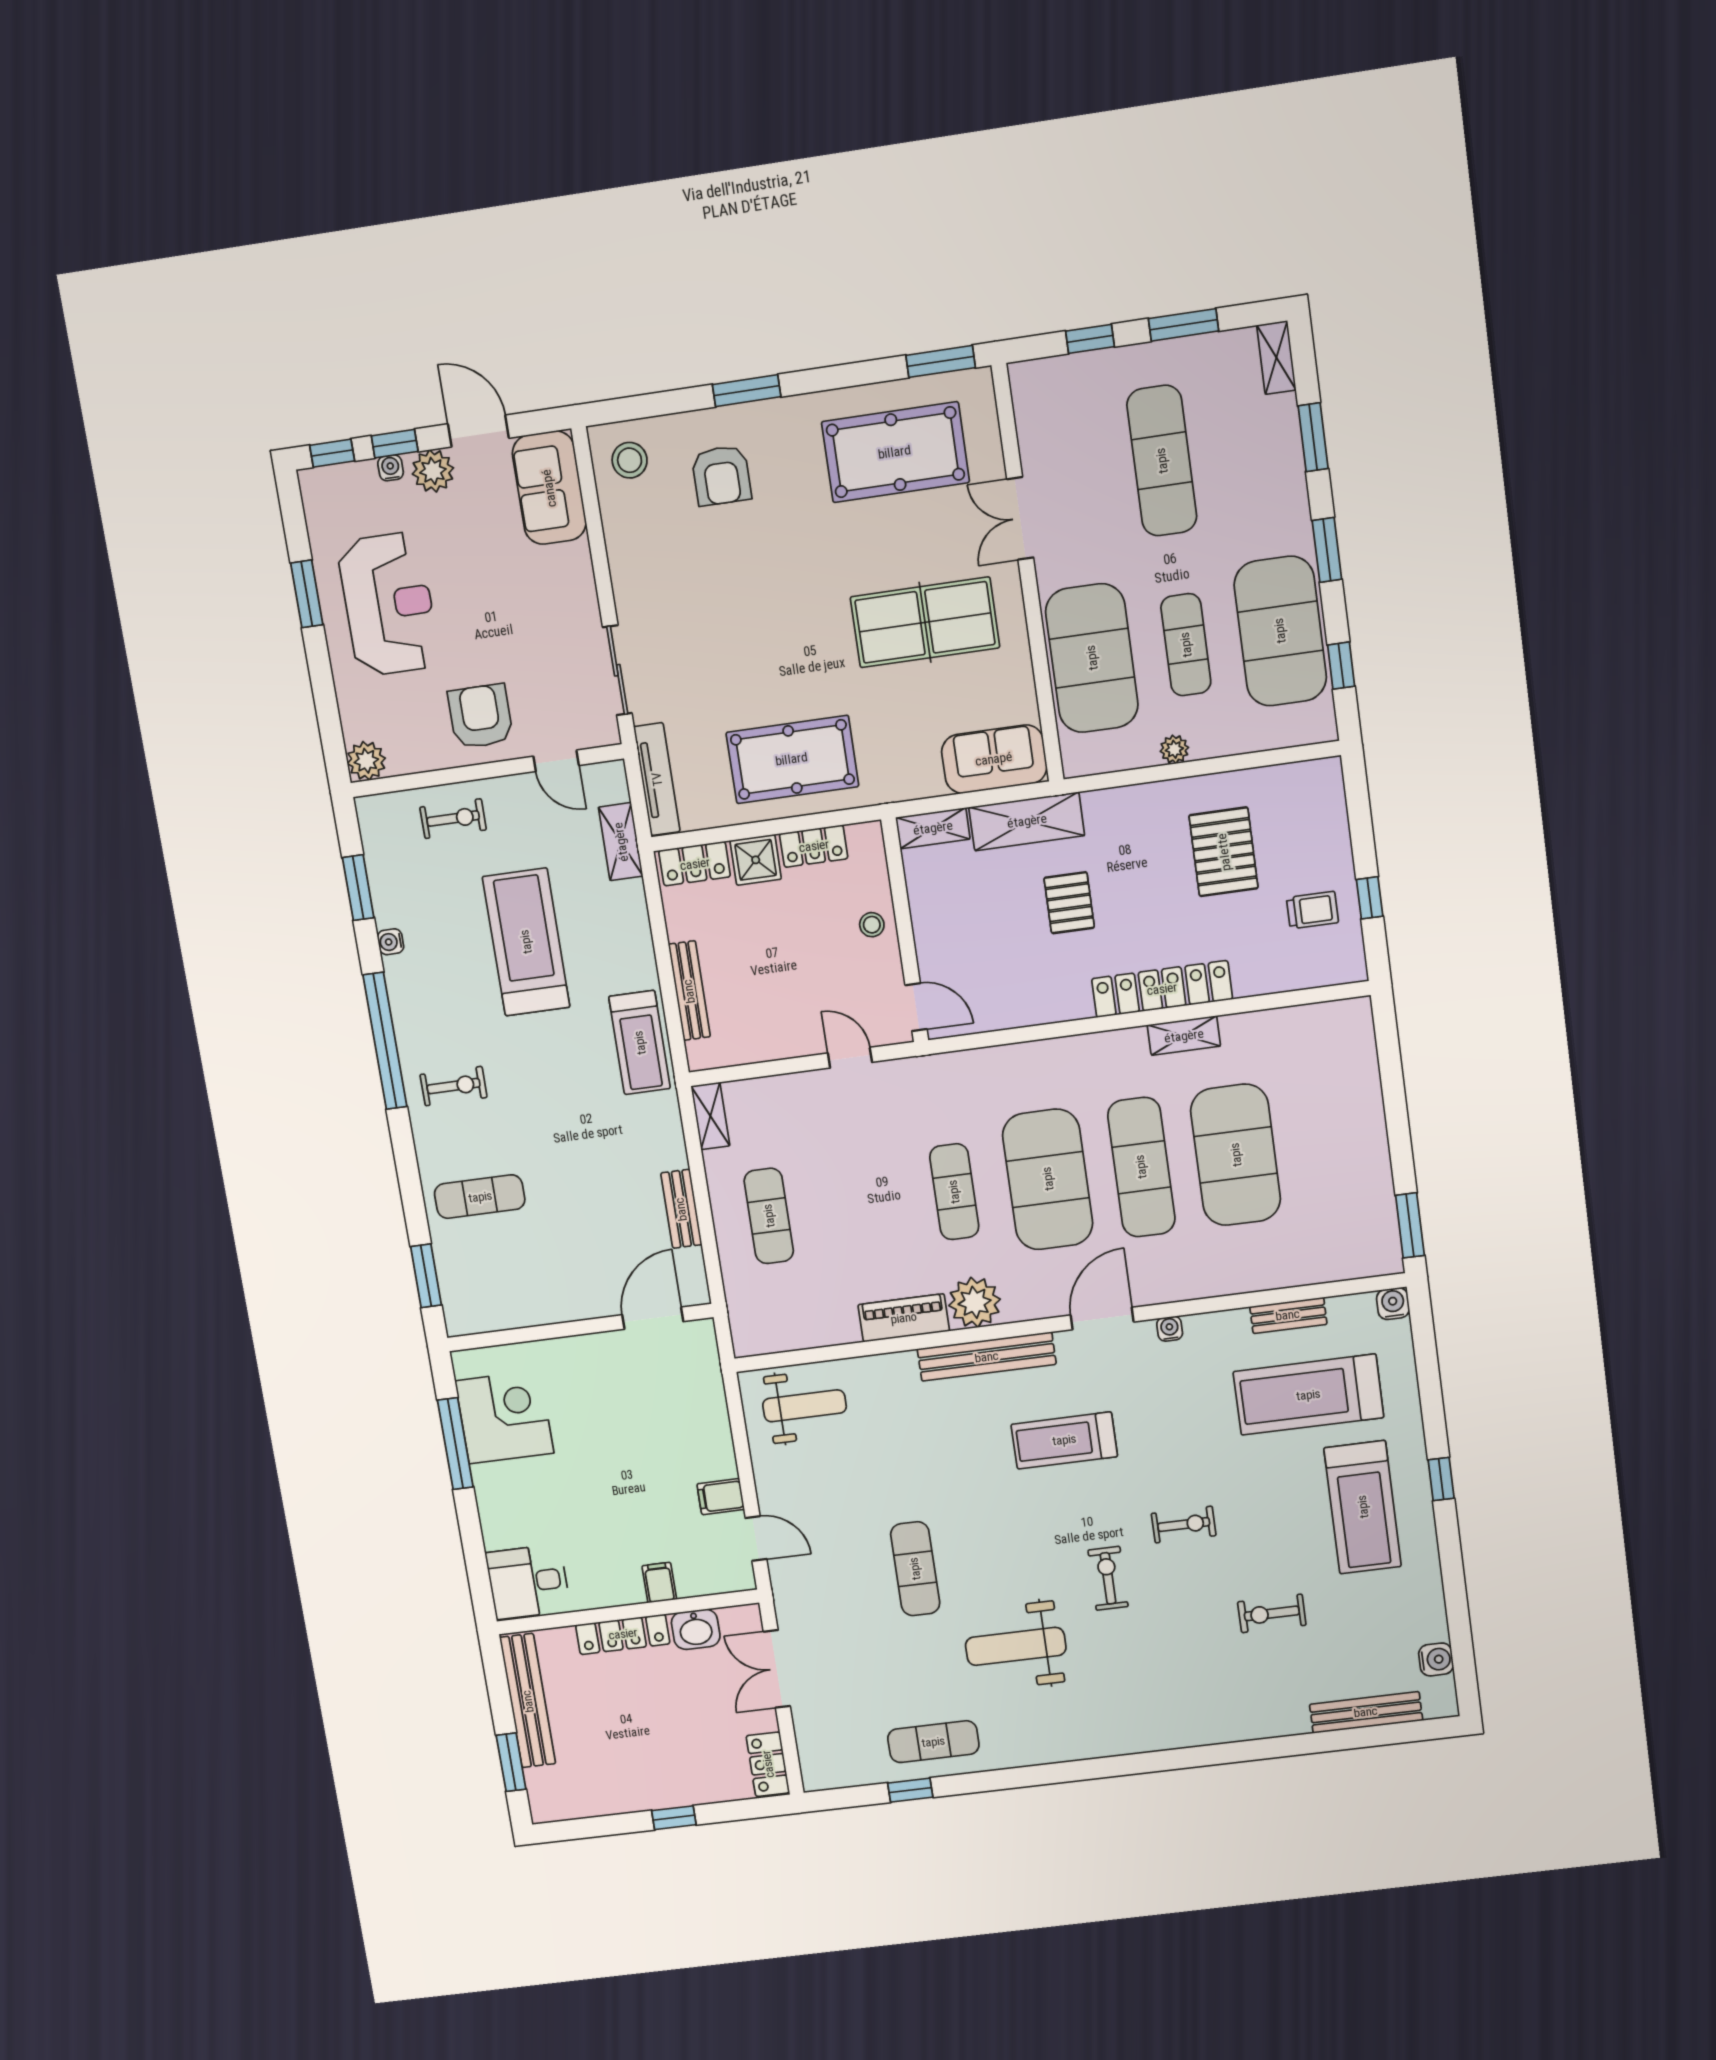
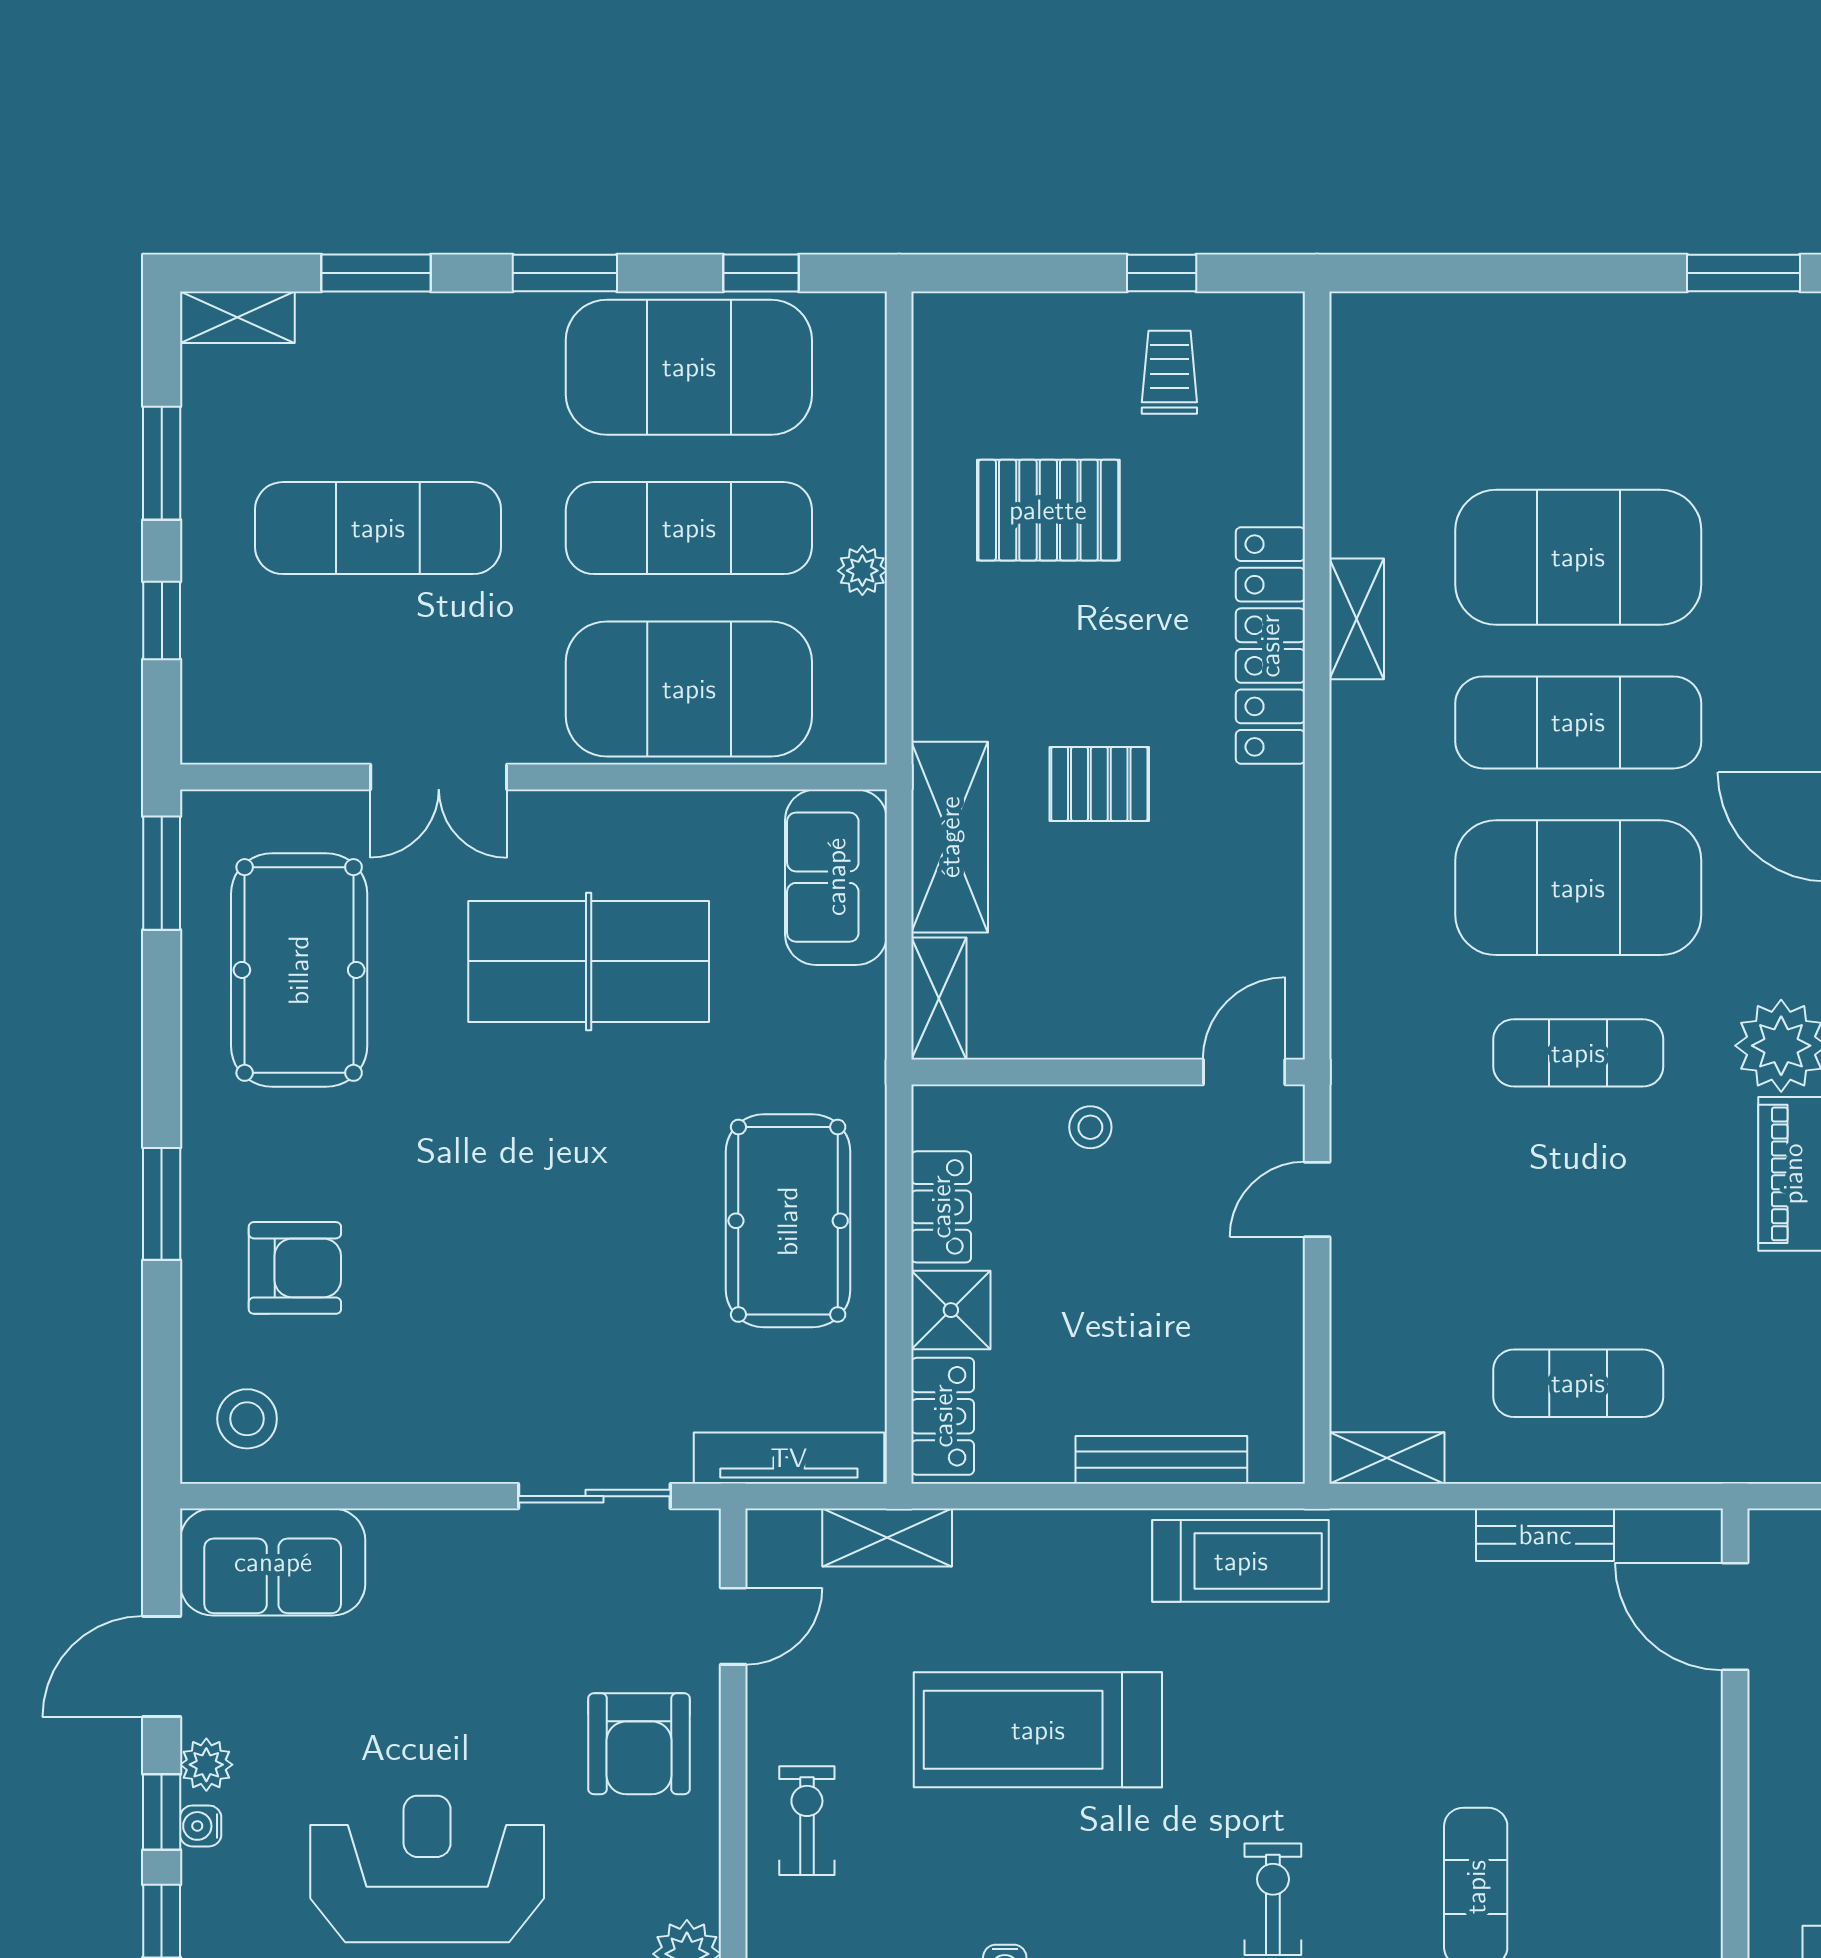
plant: (433, 471) -> (206, 1765), width x0.73, depth x0.73
table tennis table: (925, 622) -> (589, 961), turned 90
exercise mat: (1186, 645) -> (689, 528), width x1.36, depth x1.45
armchair: (480, 716) -> (639, 1744), turned -90

